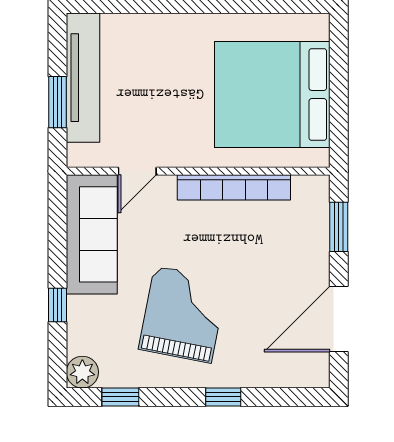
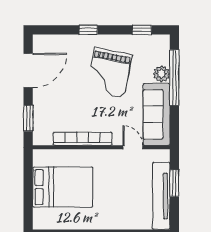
bed: (272, 95) -> (63, 187), width x0.73
door: (137, 171) -> (133, 147), hinge flipped
window: (58, 305) -> (174, 78), width x3.17
plant: (82, 372) -> (161, 74), moved

